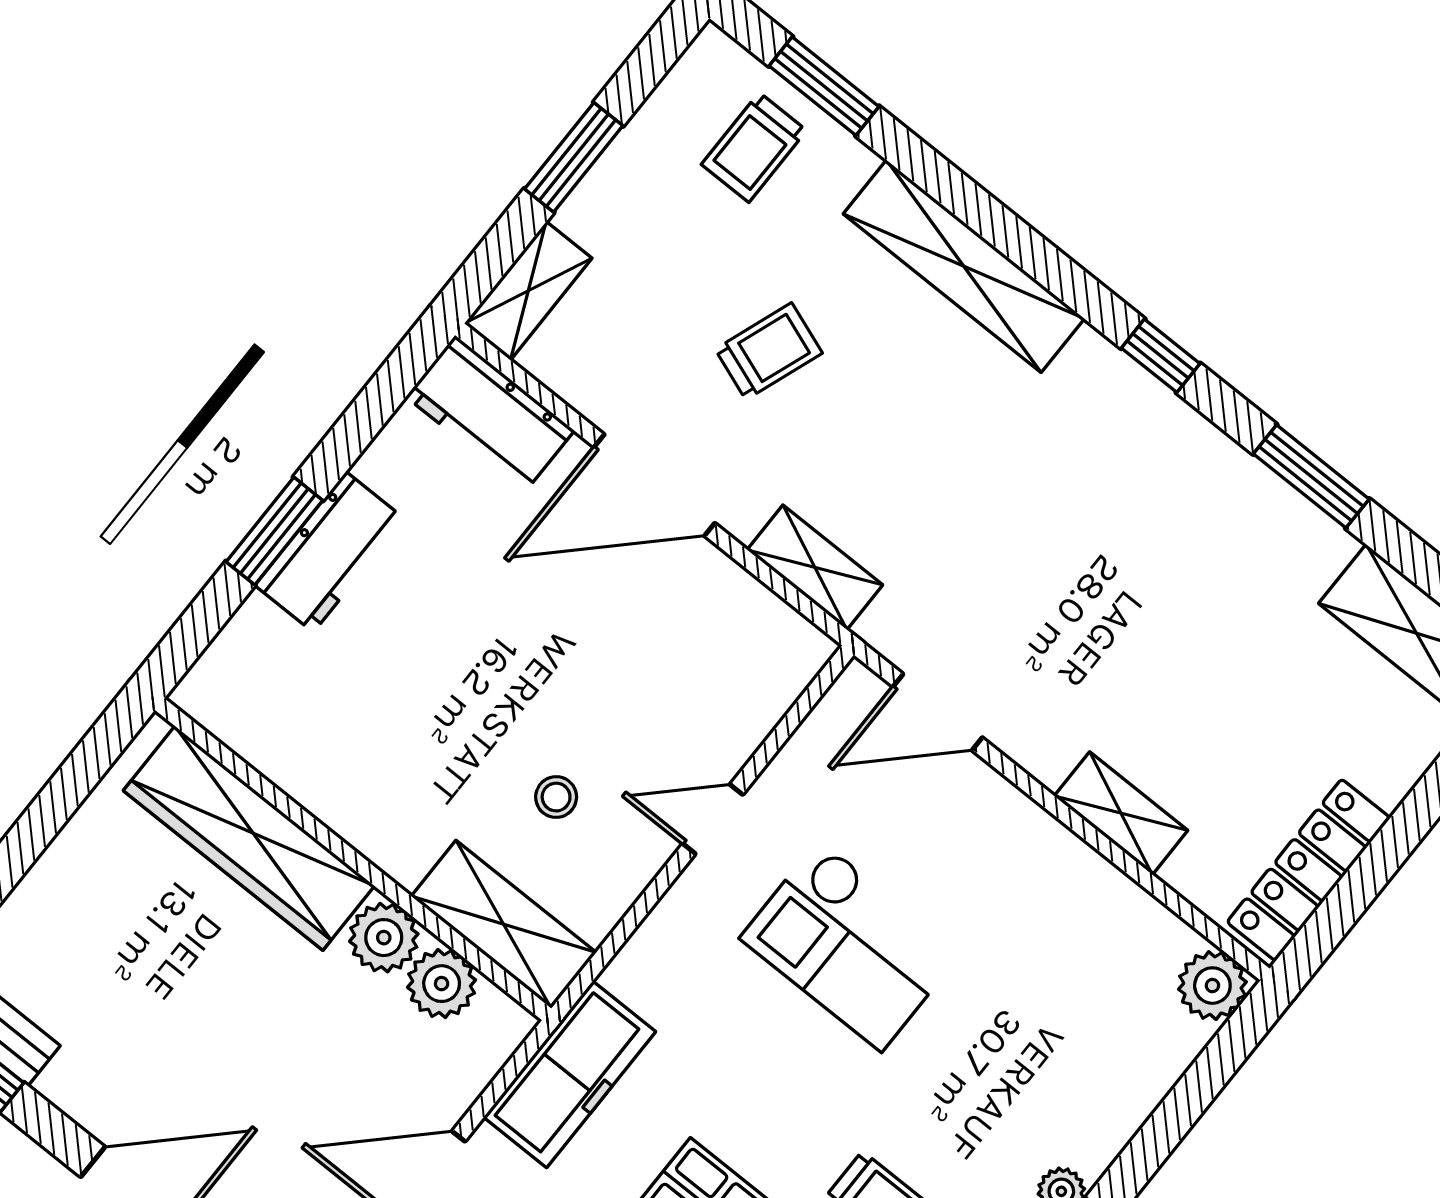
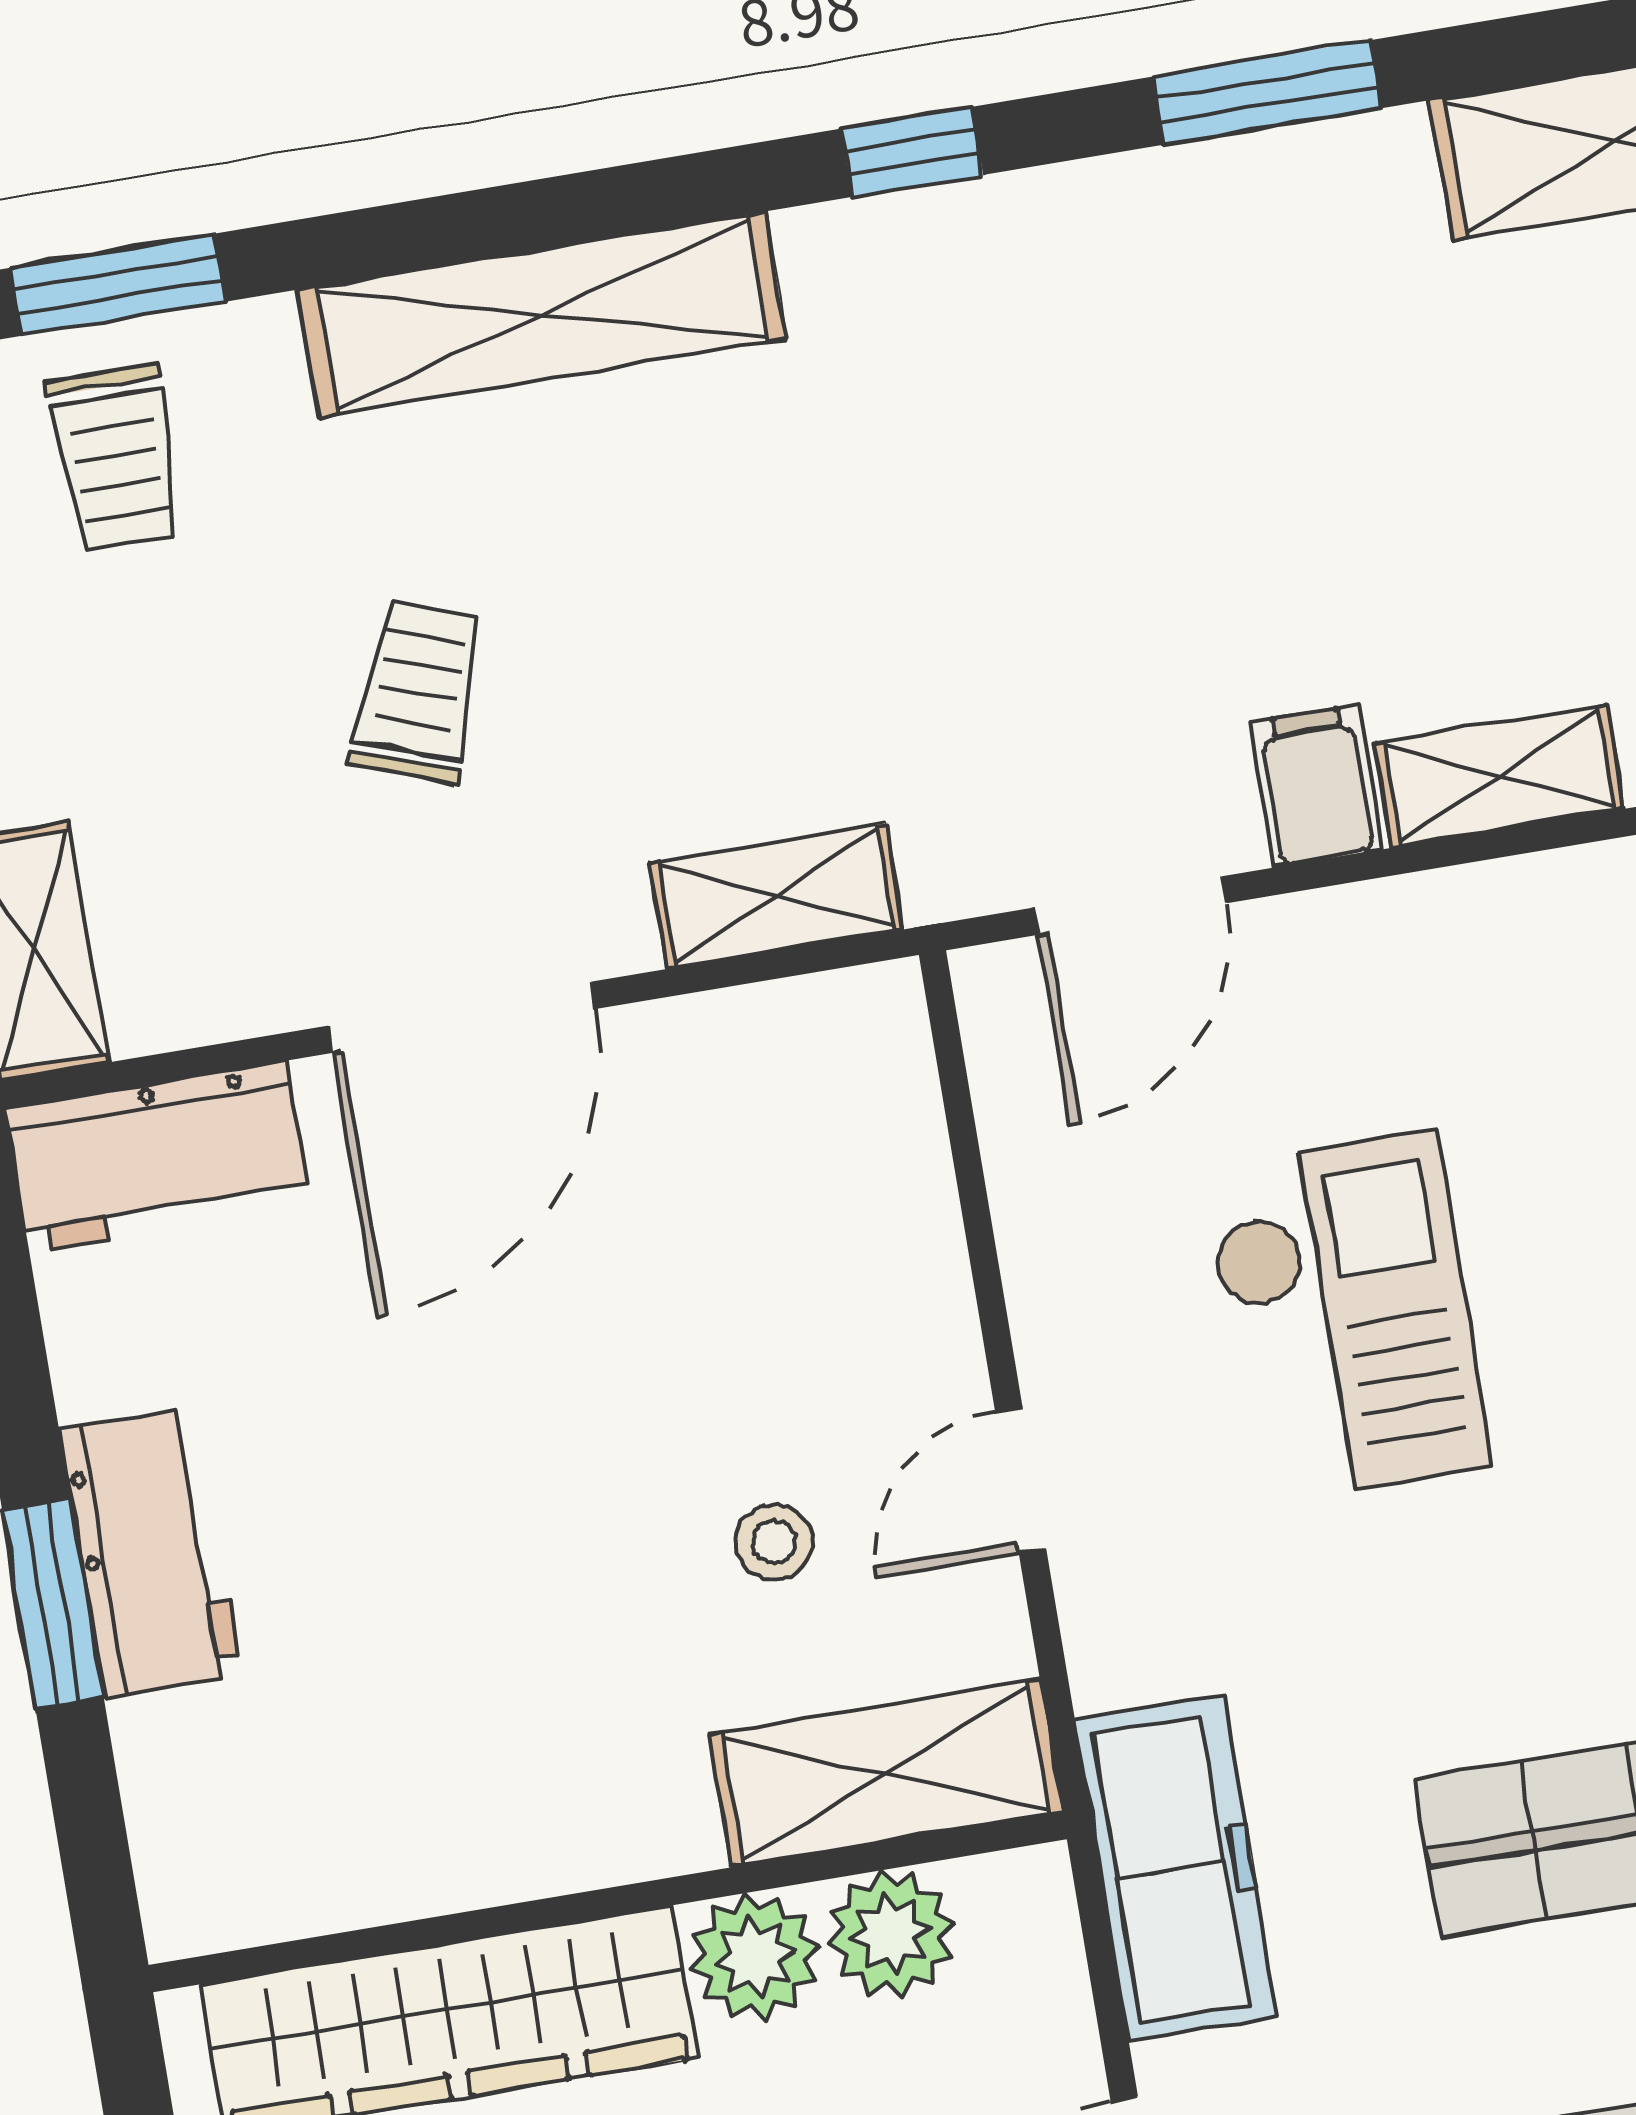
filing cabinet: (1052, 744) -> (1316, 786), added
door: (713, 819) -> (1021, 1480), moved
checkout: (850, 945) -> (1346, 1317), turned -90

